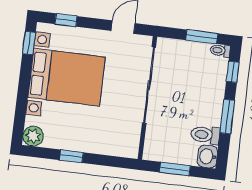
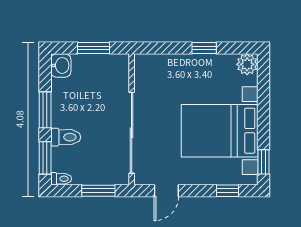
window: (202, 37) -> (98, 191), moved
window: (233, 72) -> (45, 158), width x1.50
toilet: (205, 135) -> (66, 137), moved

